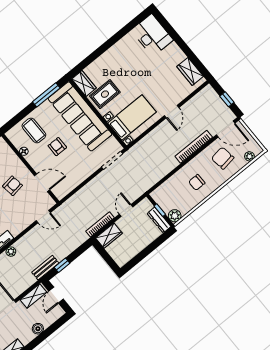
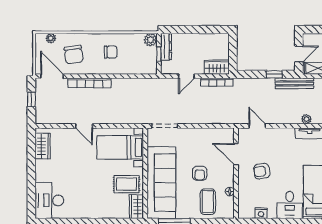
door: (172, 112) -> (84, 126), swing flipped
bench: (45, 268) -> (294, 83), width x1.36

